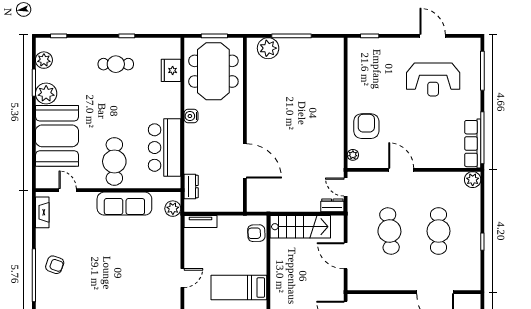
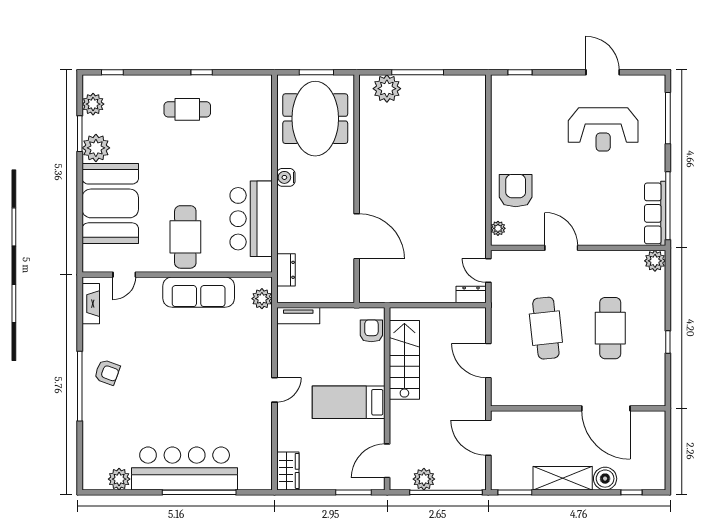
fridge: (171, 70) -> (260, 118), removed
door: (68, 190) -> (124, 275), swing flipped
stairs: (300, 227) -> (404, 360), moved, turned -90
armchair: (256, 233) -> (371, 331), turned 92

